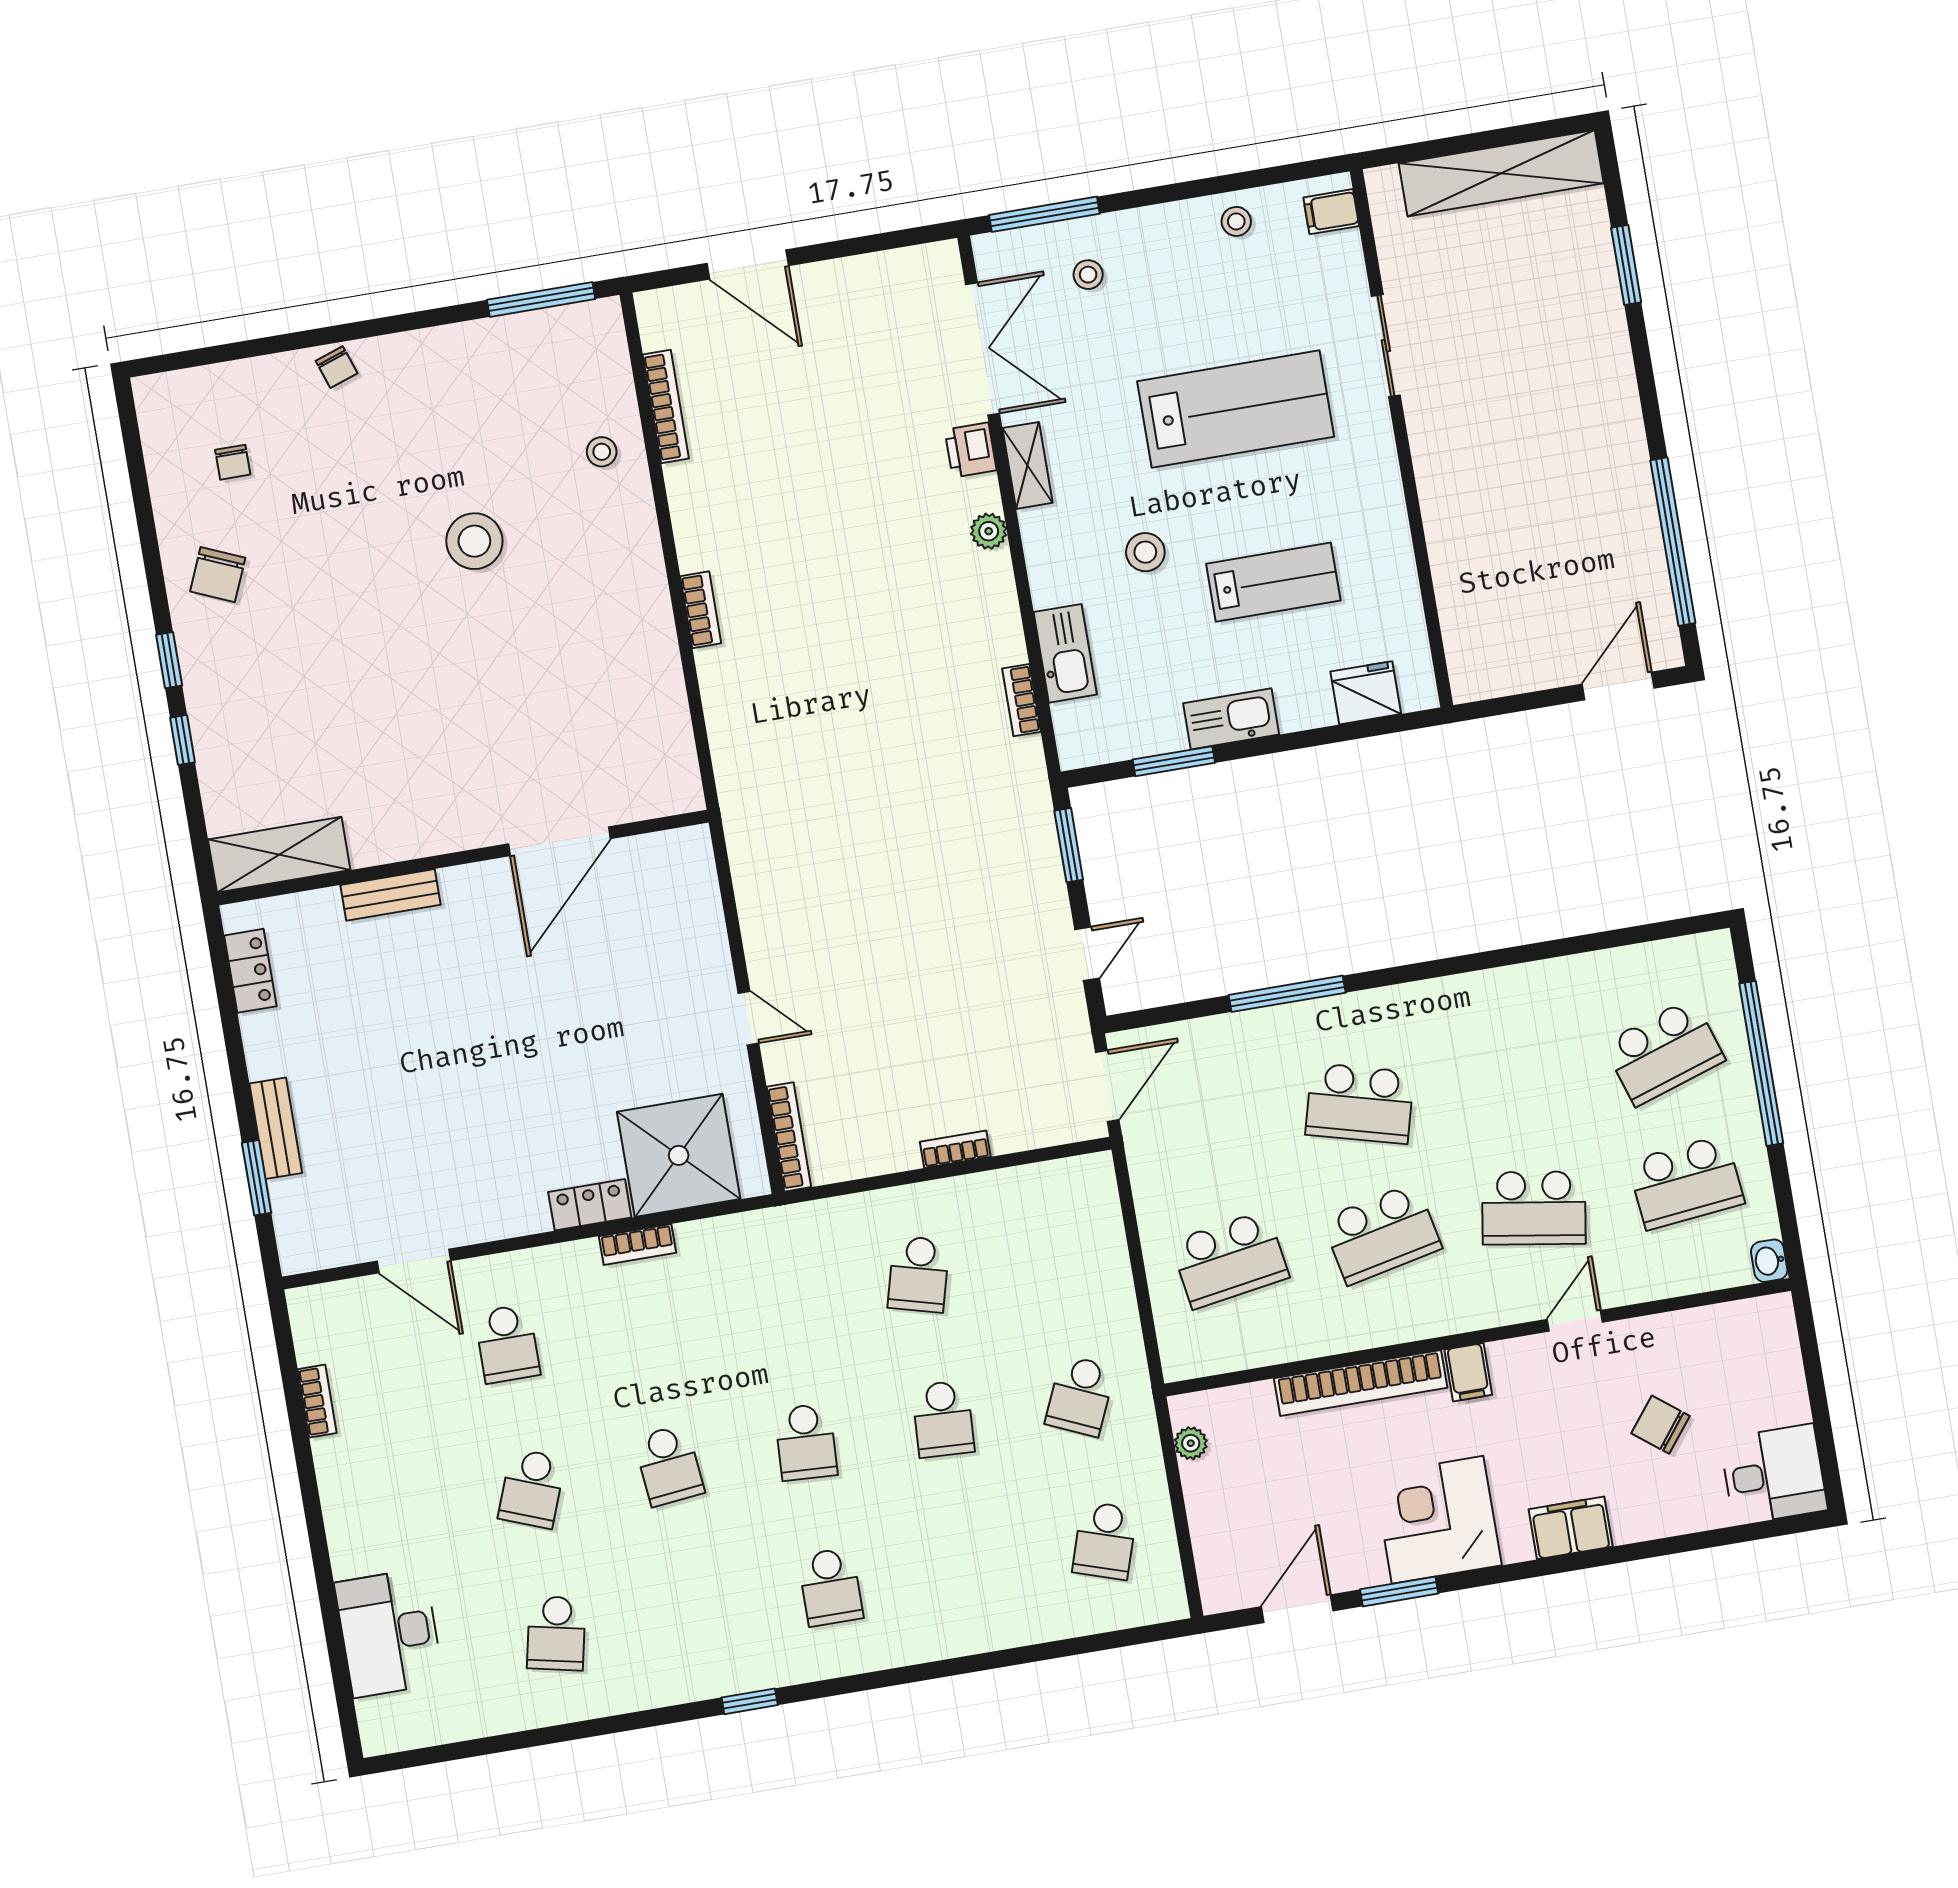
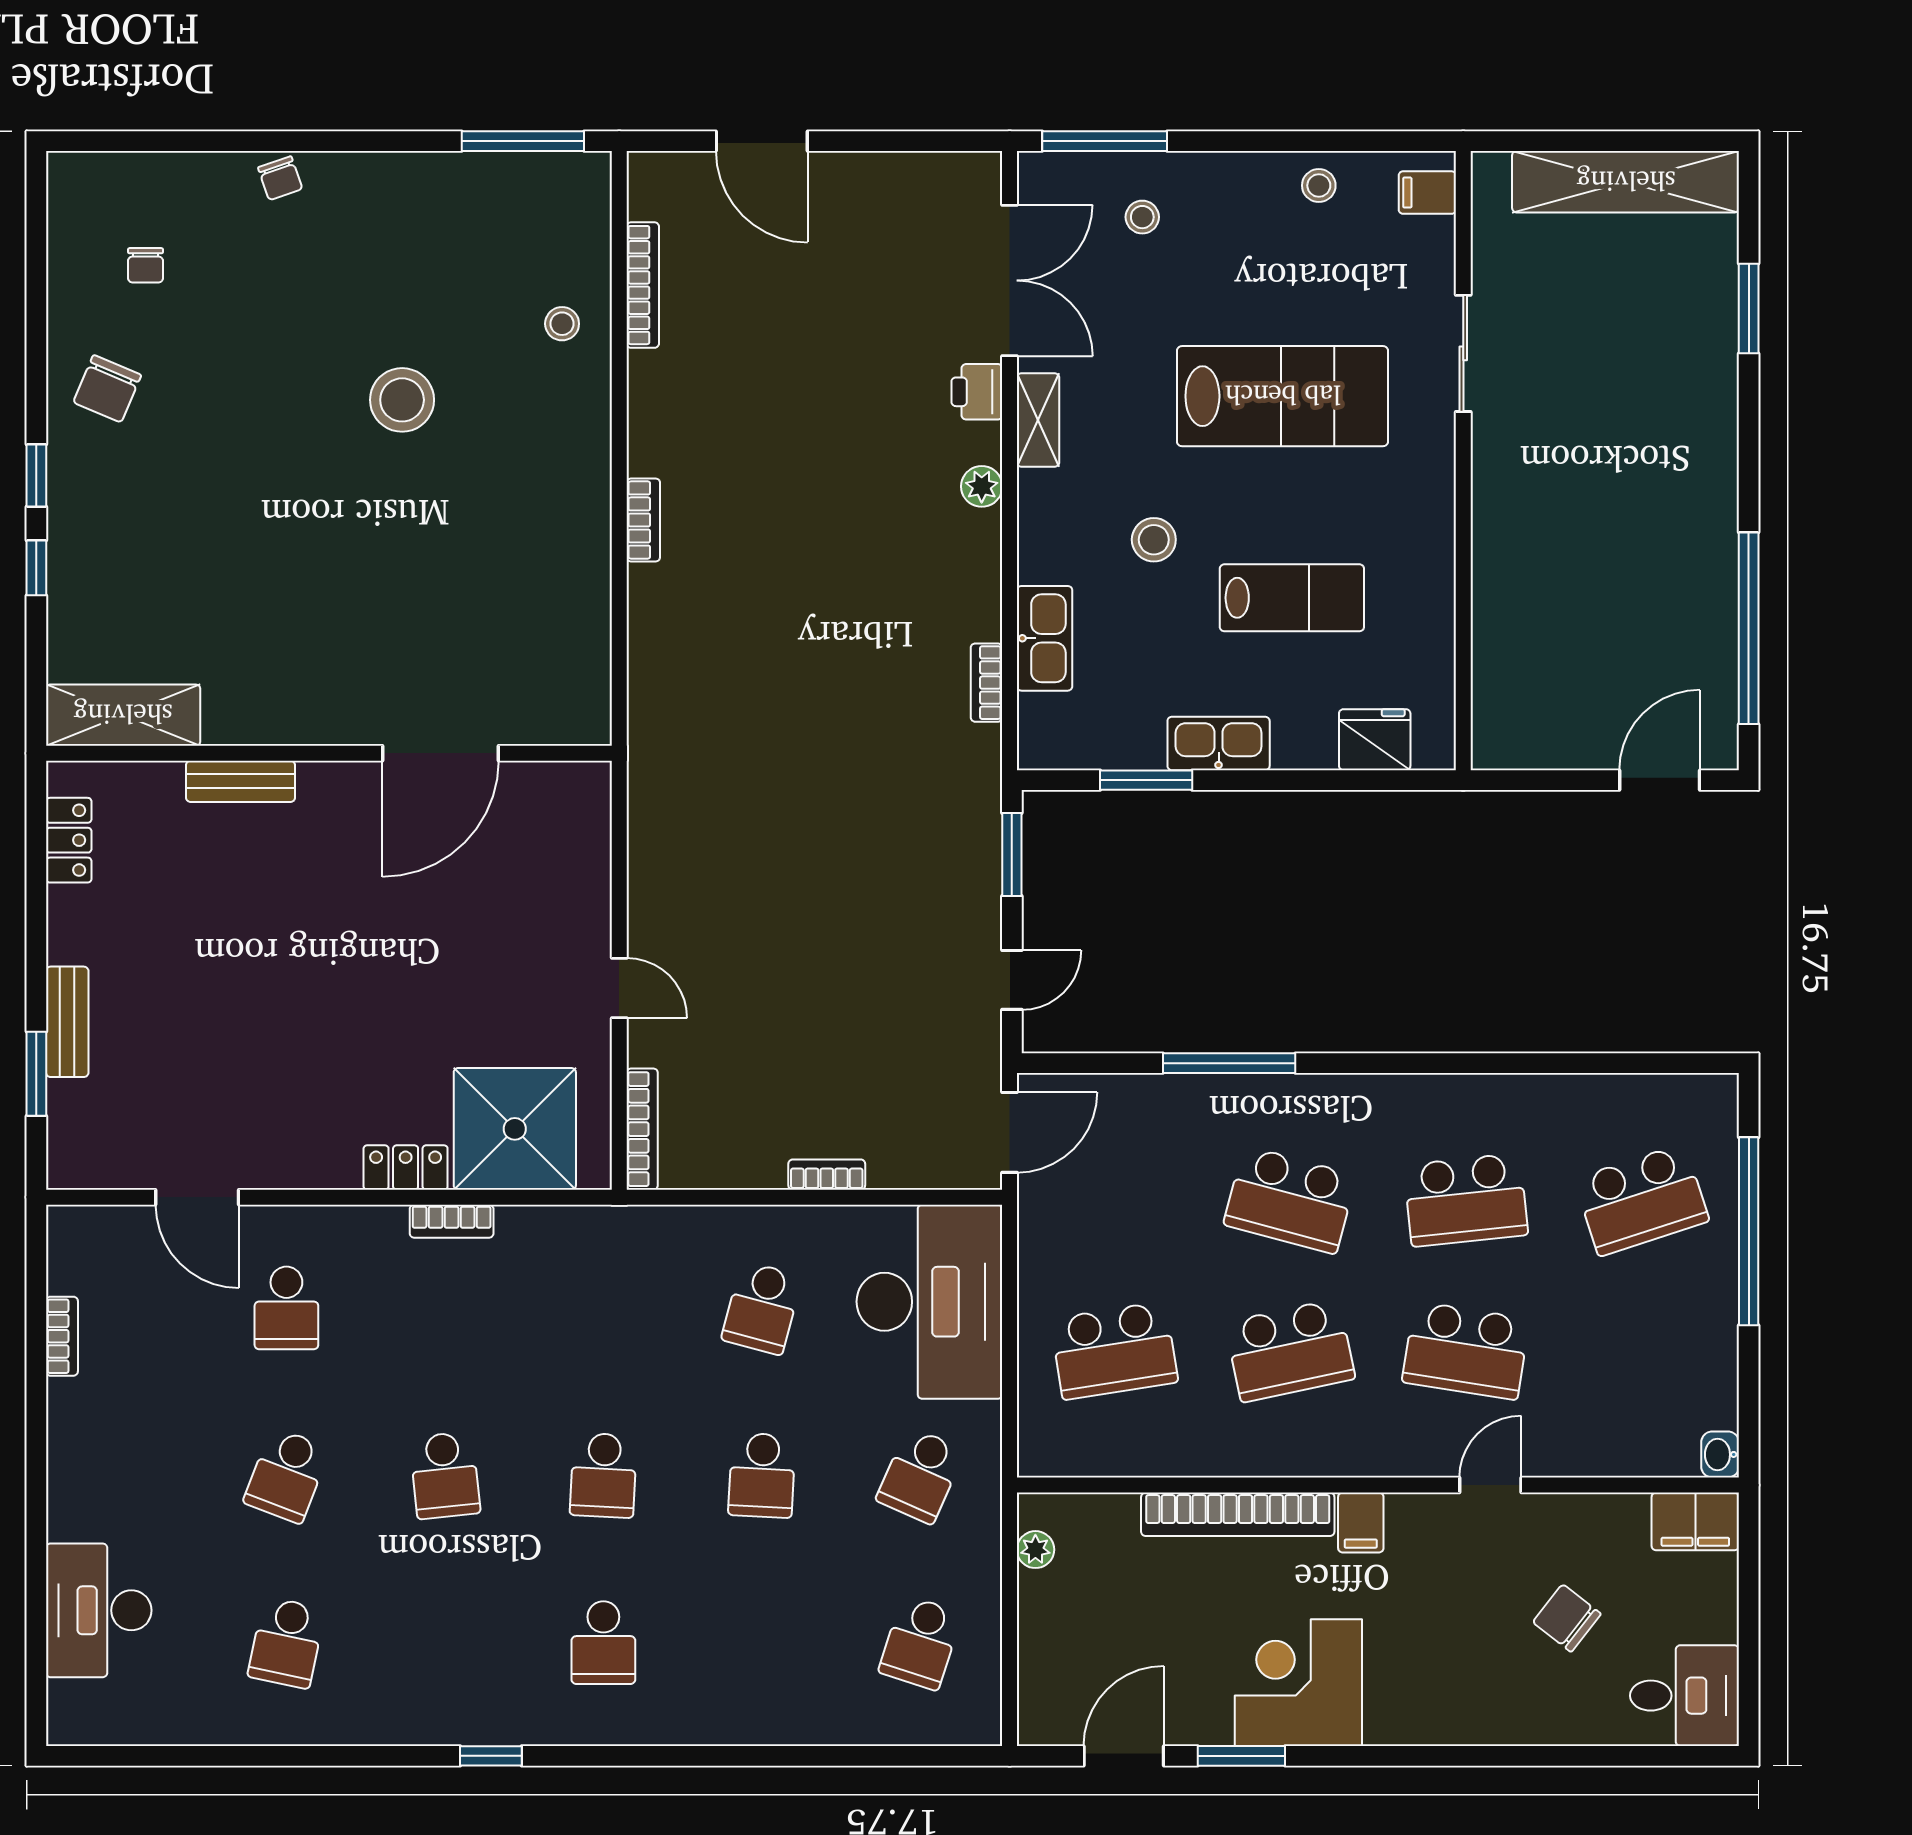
school desk: (1686, 1182) -> (1466, 1200), moved
desk: (1063, 1244) -> (929, 1302), added
filing cabinet: (1571, 1528) -> (1695, 1521), moved, turned 180

